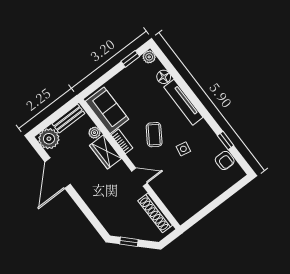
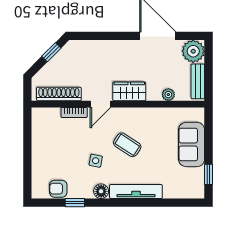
plant: (149, 57) -> (198, 192), removed
floor lamp: (164, 77) -> (101, 191), moved
sofa: (107, 110) -> (192, 144), moved, turned 90
bookcase: (122, 141) -> (74, 112), moved
wardrobe: (105, 152) -> (129, 91), moved

